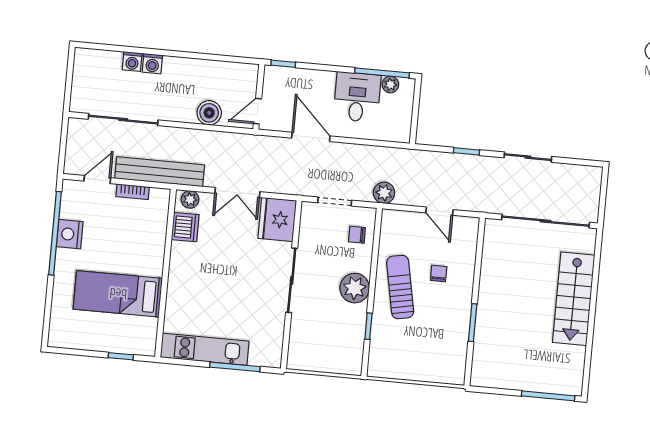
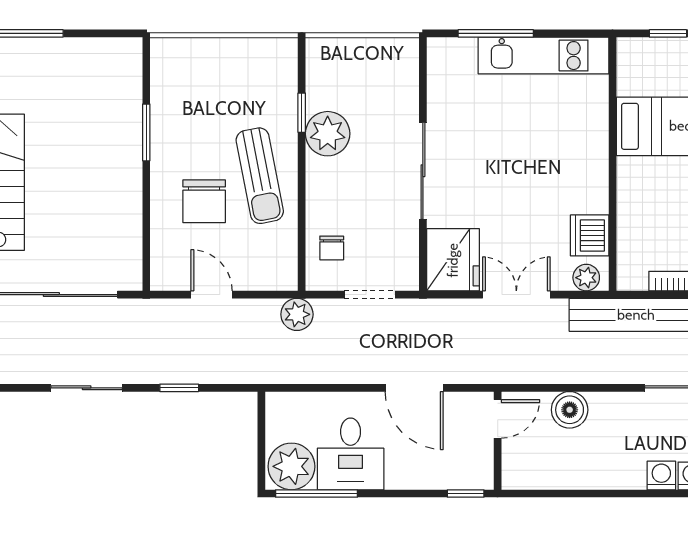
plant: (390, 84) -> (291, 466), width x1.88, depth x1.88
chair: (357, 235) -> (332, 248), turned 90
chair: (439, 273) -> (204, 201), width x1.87, depth x1.87
plant: (355, 288) -> (328, 134), moved

